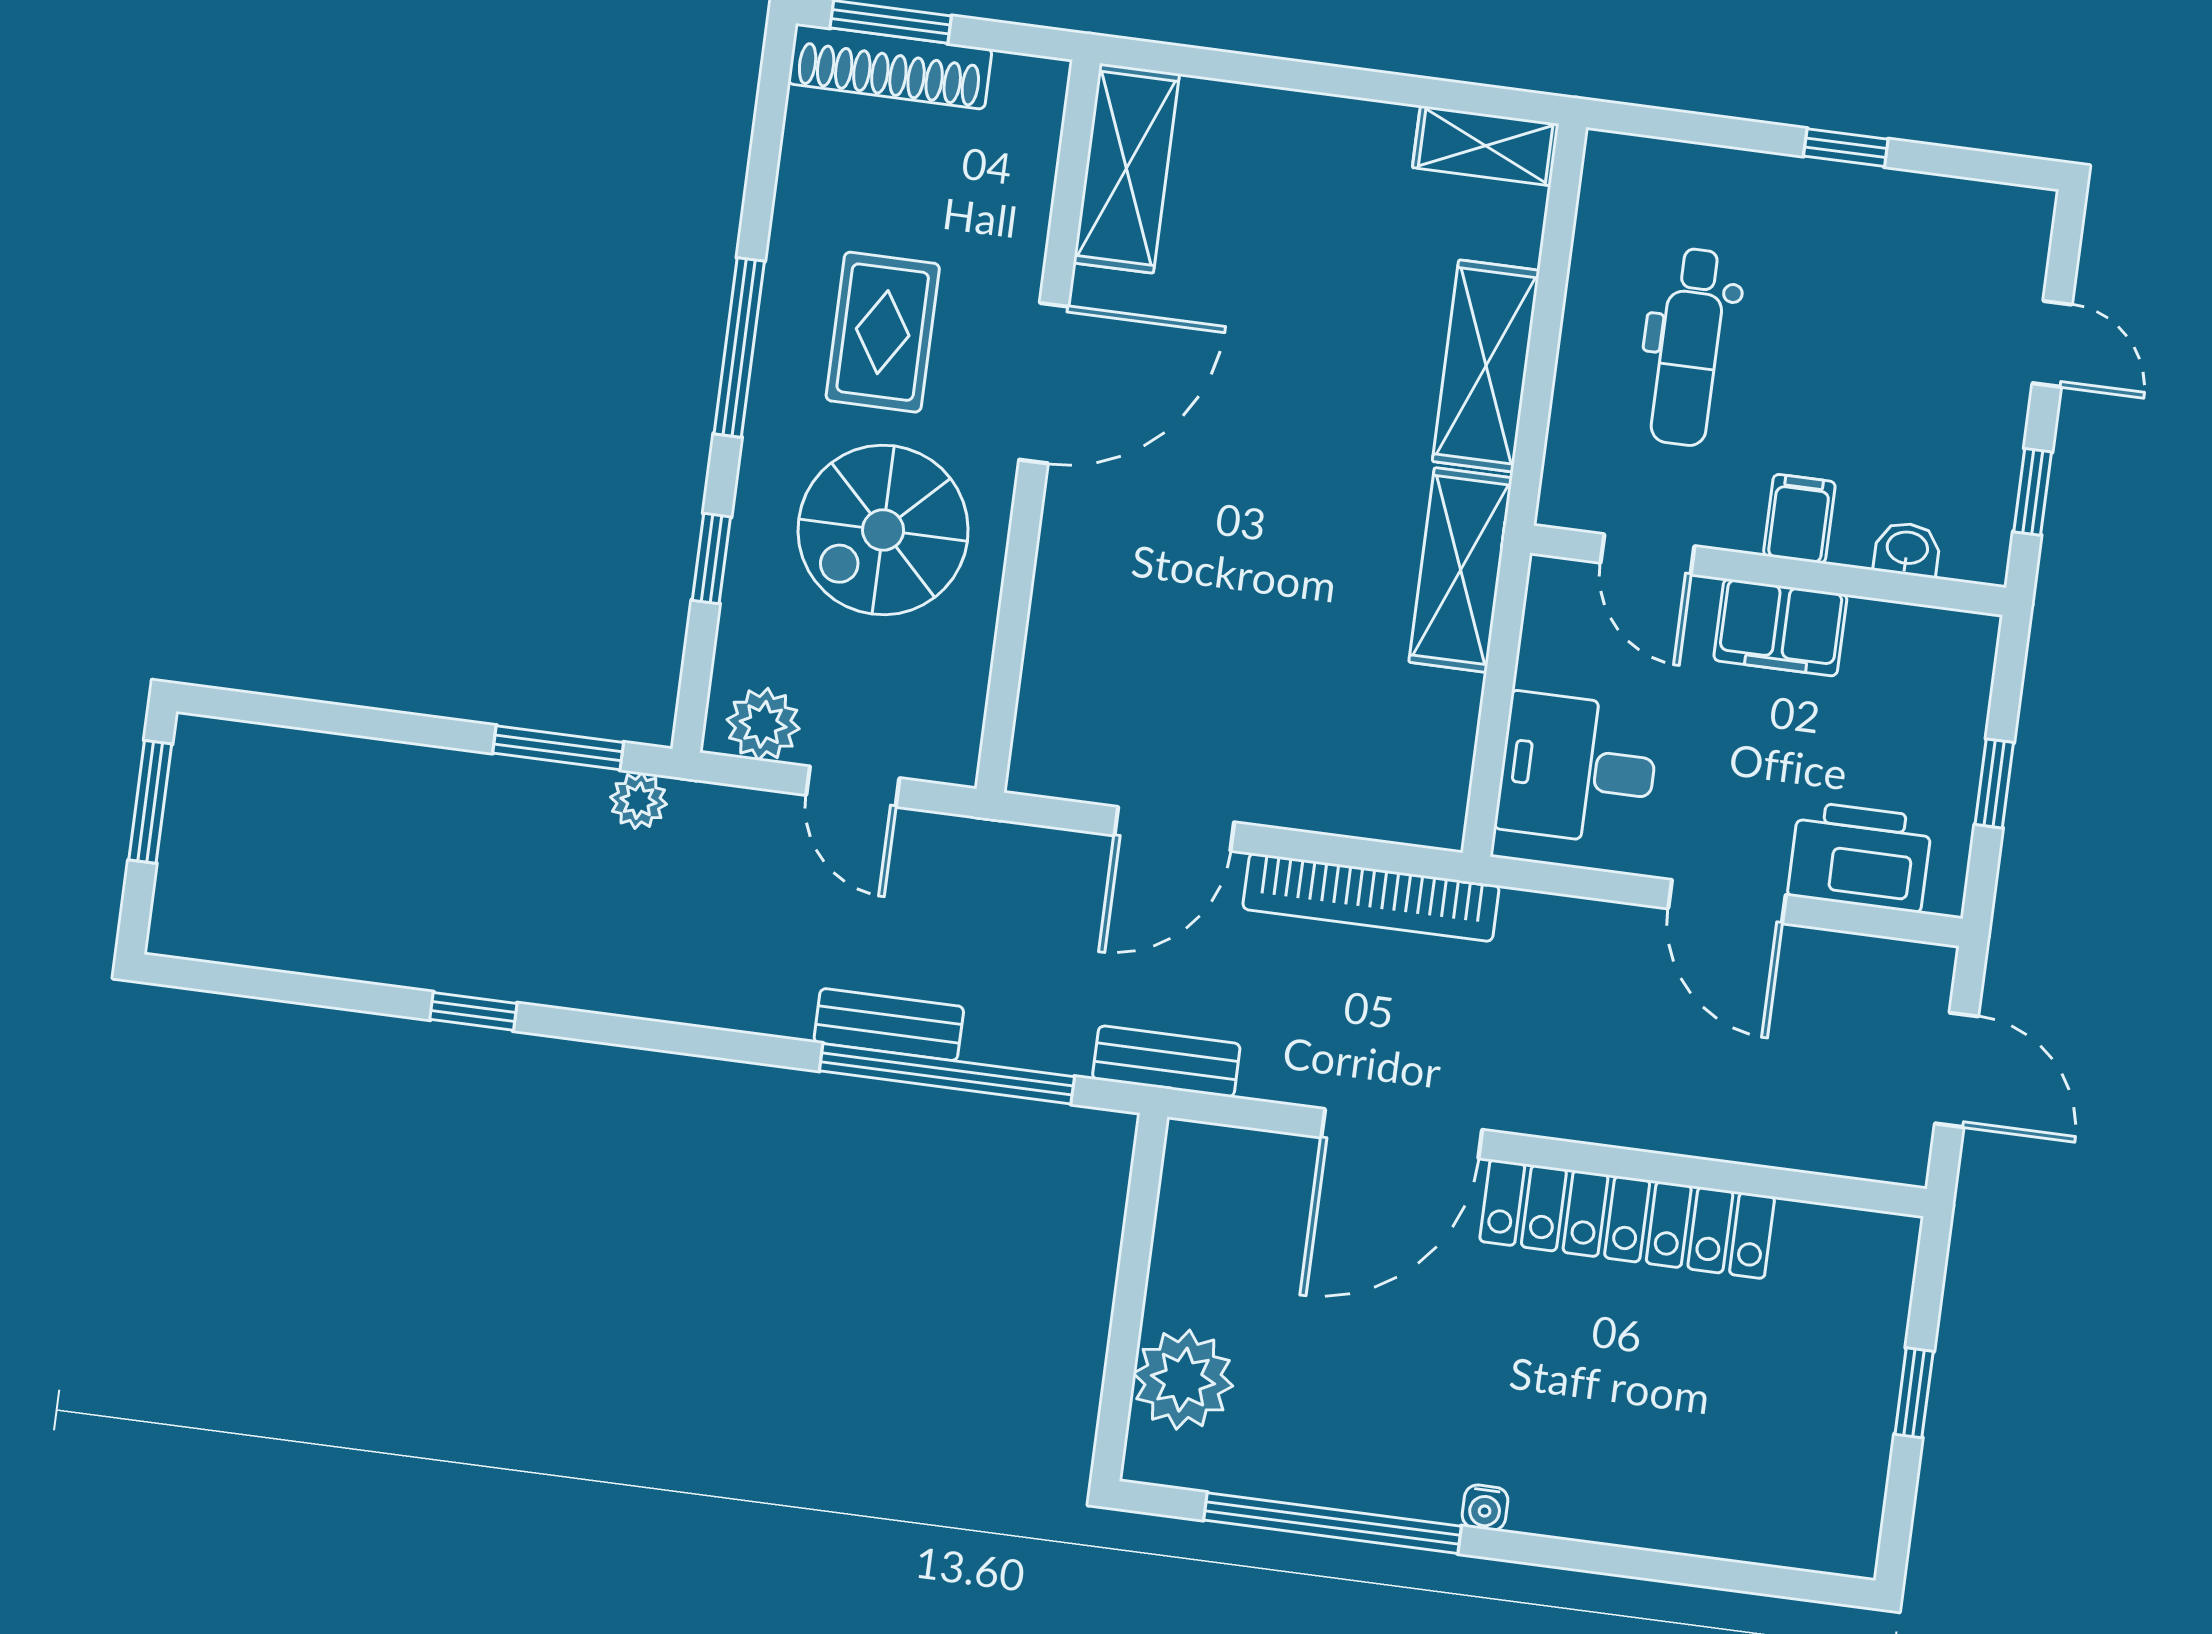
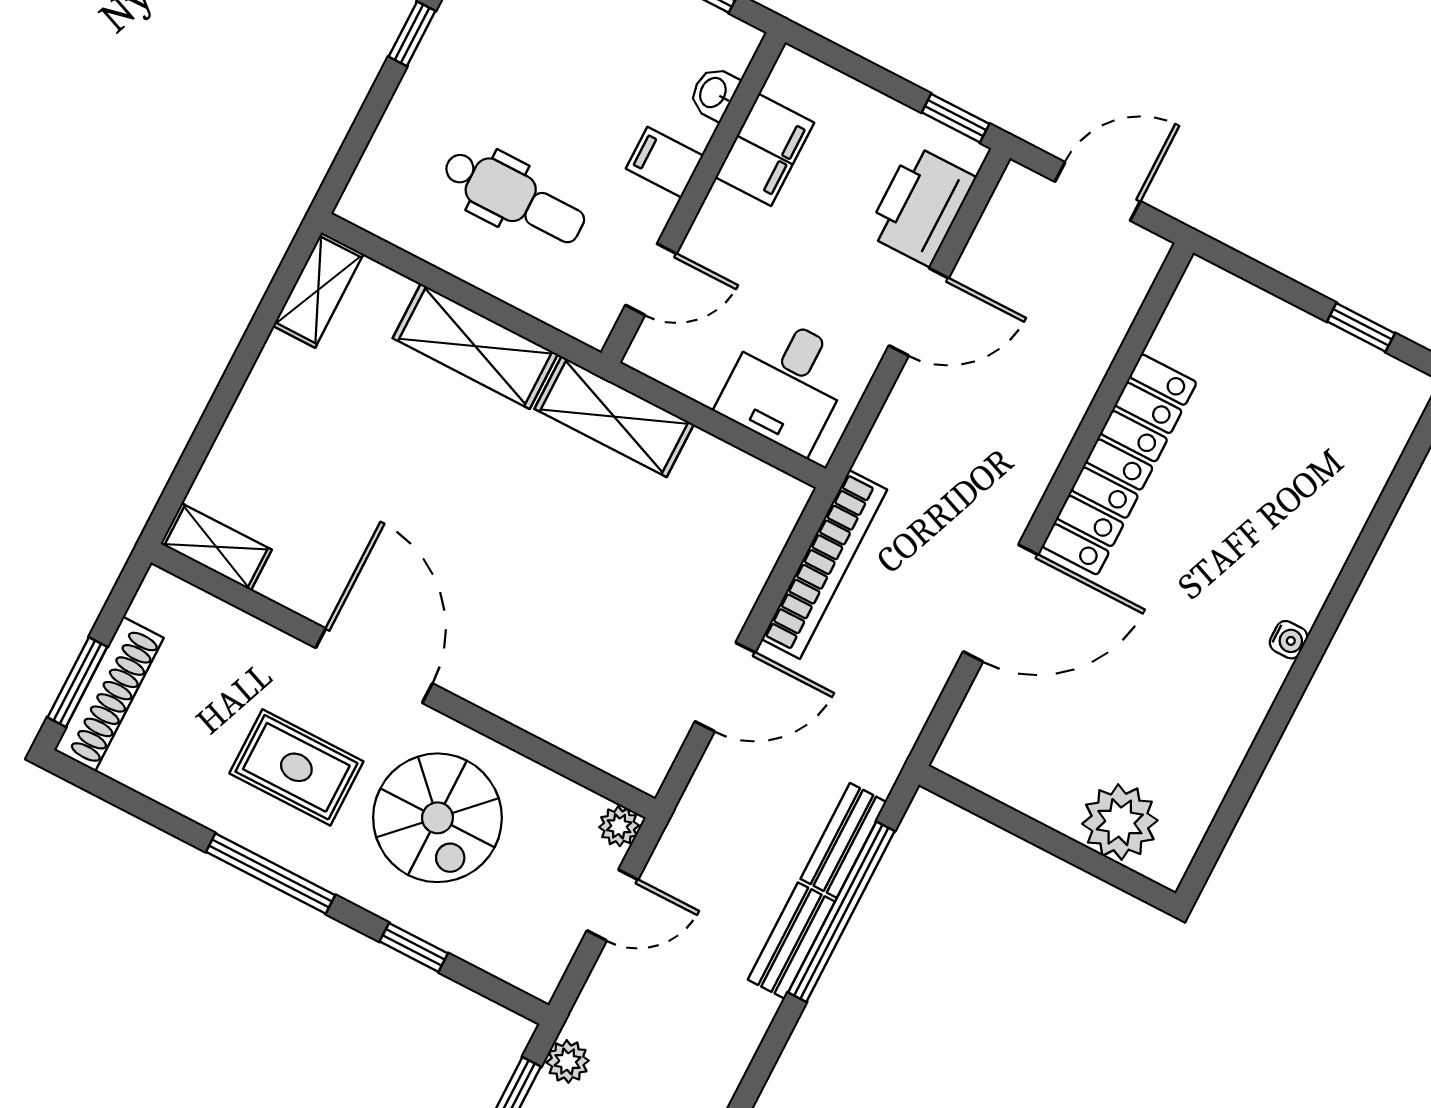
shelving: (1126, 168) -> (216, 547), width x0.67, depth x0.75
filing cabinet: (1780, 627) -> (765, 150), moved
plant: (763, 724) -> (619, 826), moved, width x0.73, depth x0.73
window: (1994, 783) -> (956, 118), moved
door: (1174, 829) -> (725, 687), hinge flipped
bench: (1166, 1061) -> (843, 840), moved
door: (1402, 1134) -> (1001, 603), hinge flipped
window: (1914, 1393) -> (1361, 327), moved
window: (1332, 1523) -> (1260, 752), removed

